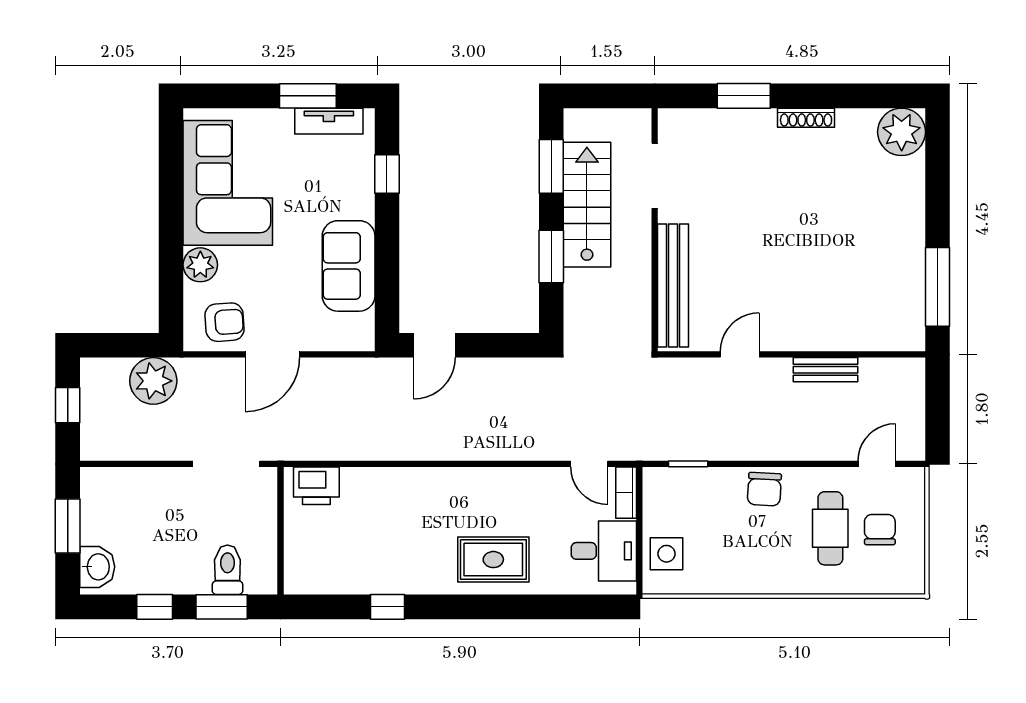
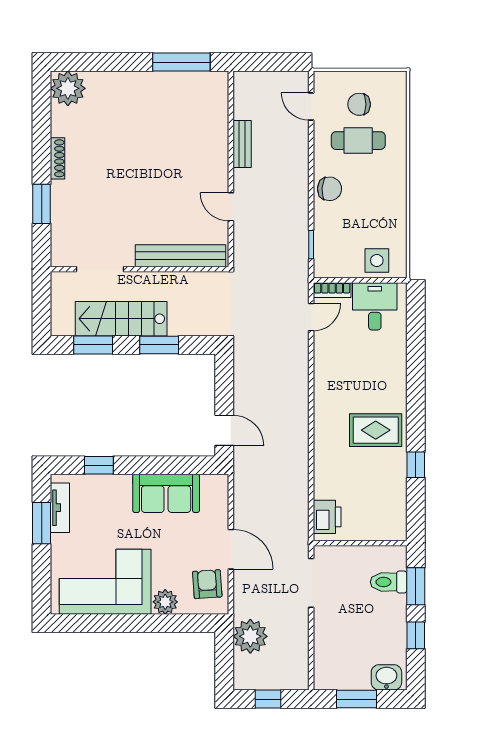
rug: (493, 560) -> (376, 430), moved, turned 90

